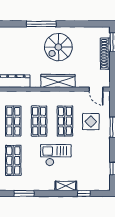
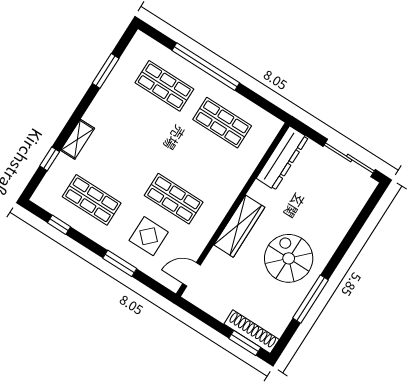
window: (41, 24) -> (311, 299), moved
shoe rack: (105, 54) -> (252, 332), moved
shop shelf: (39, 121) -> (92, 200), moved
checkout: (56, 155) -> (132, 153), removed

